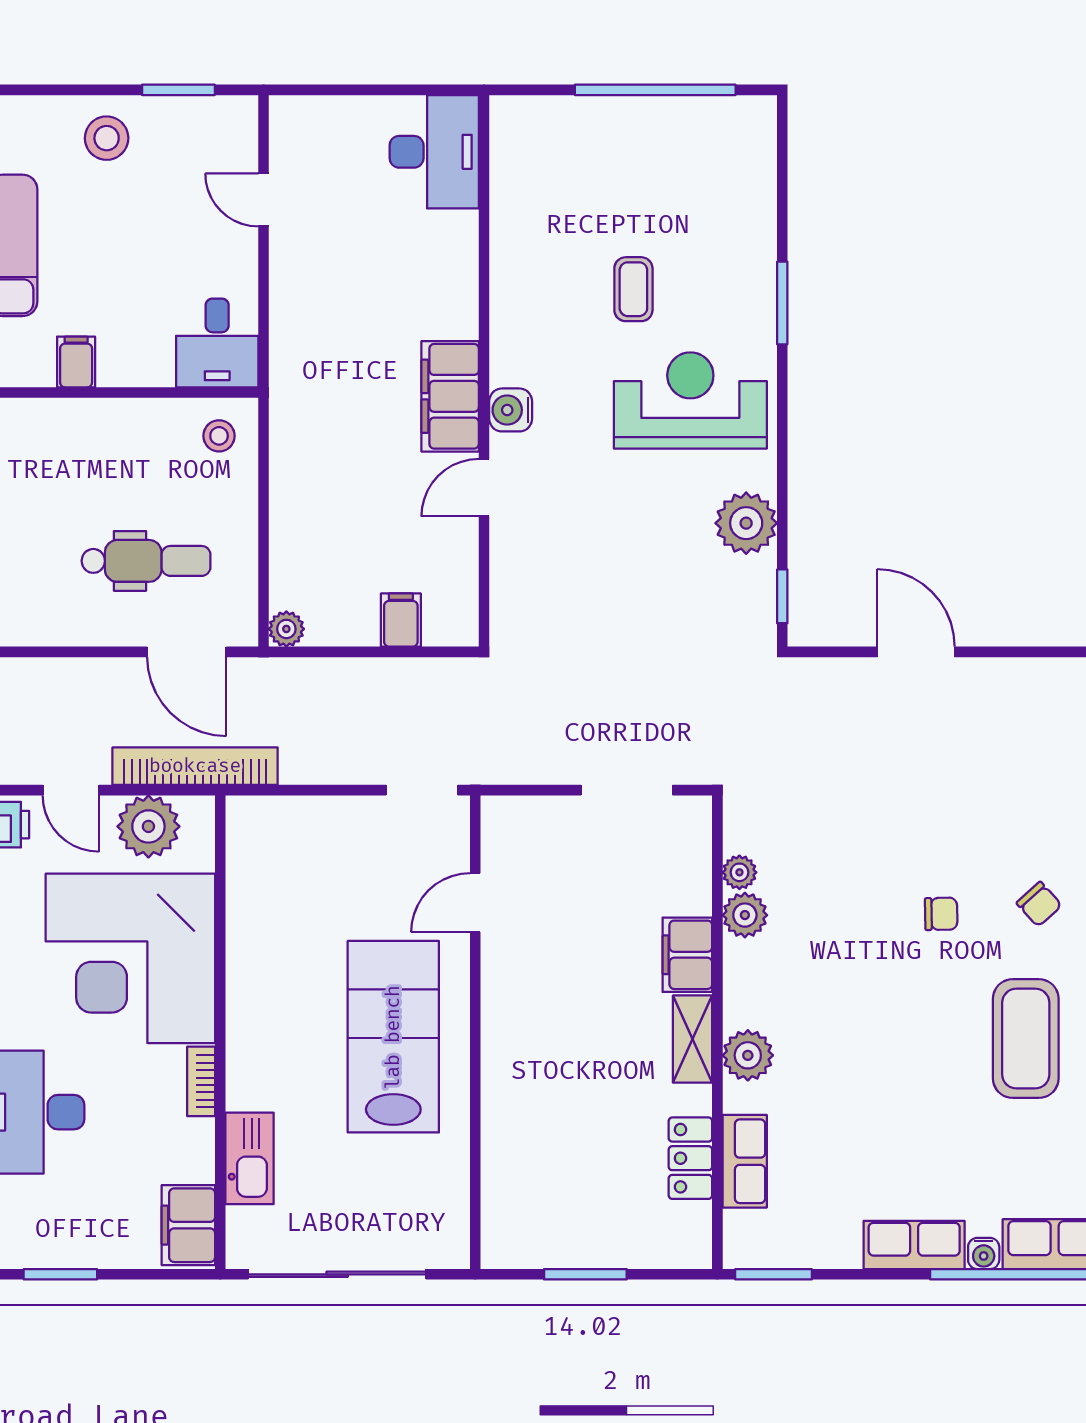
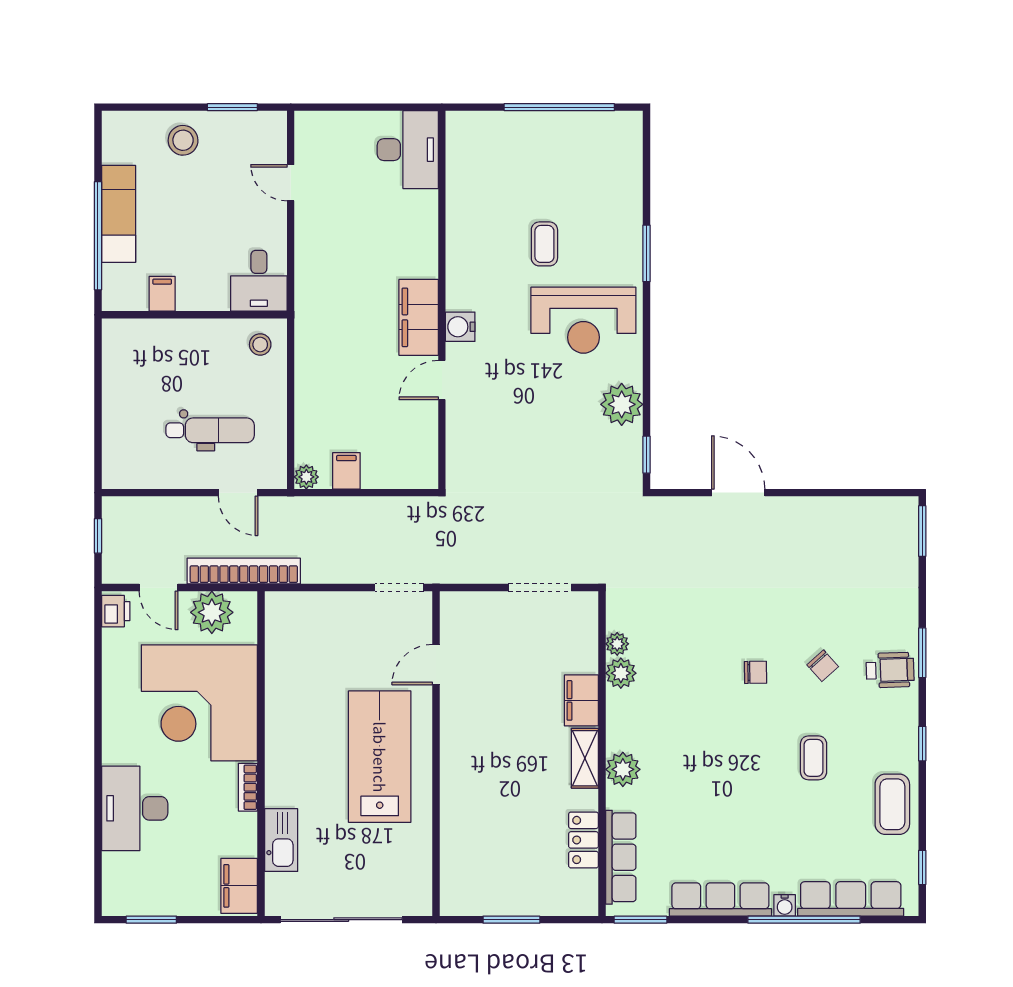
reception desk: (690, 400) -> (583, 320), turned 180
filing cabinet: (401, 620) -> (346, 471), moved
door: (187, 652) -> (238, 493), width x0.73
coffee table: (1026, 1039) -> (814, 758), width x0.54, depth x0.58
row of seats: (745, 1161) -> (621, 857), width x1.48
row of seats: (914, 1245) -> (720, 899), width x1.48

